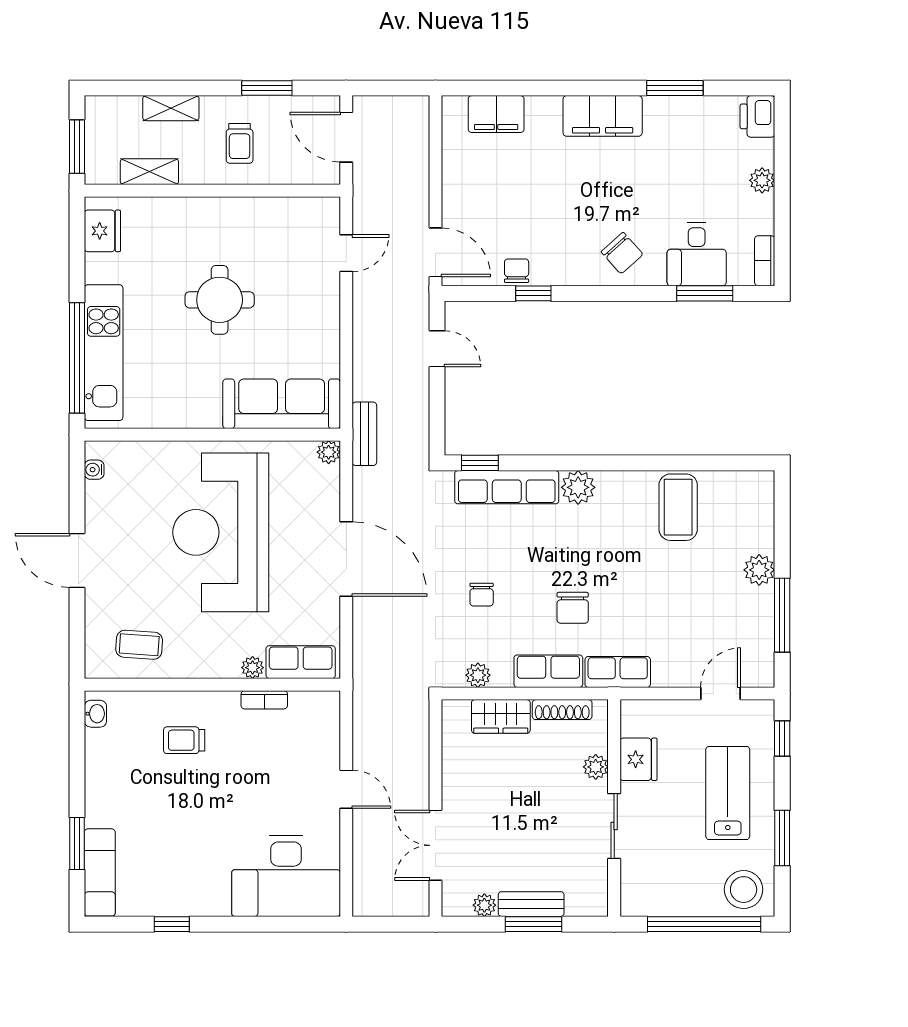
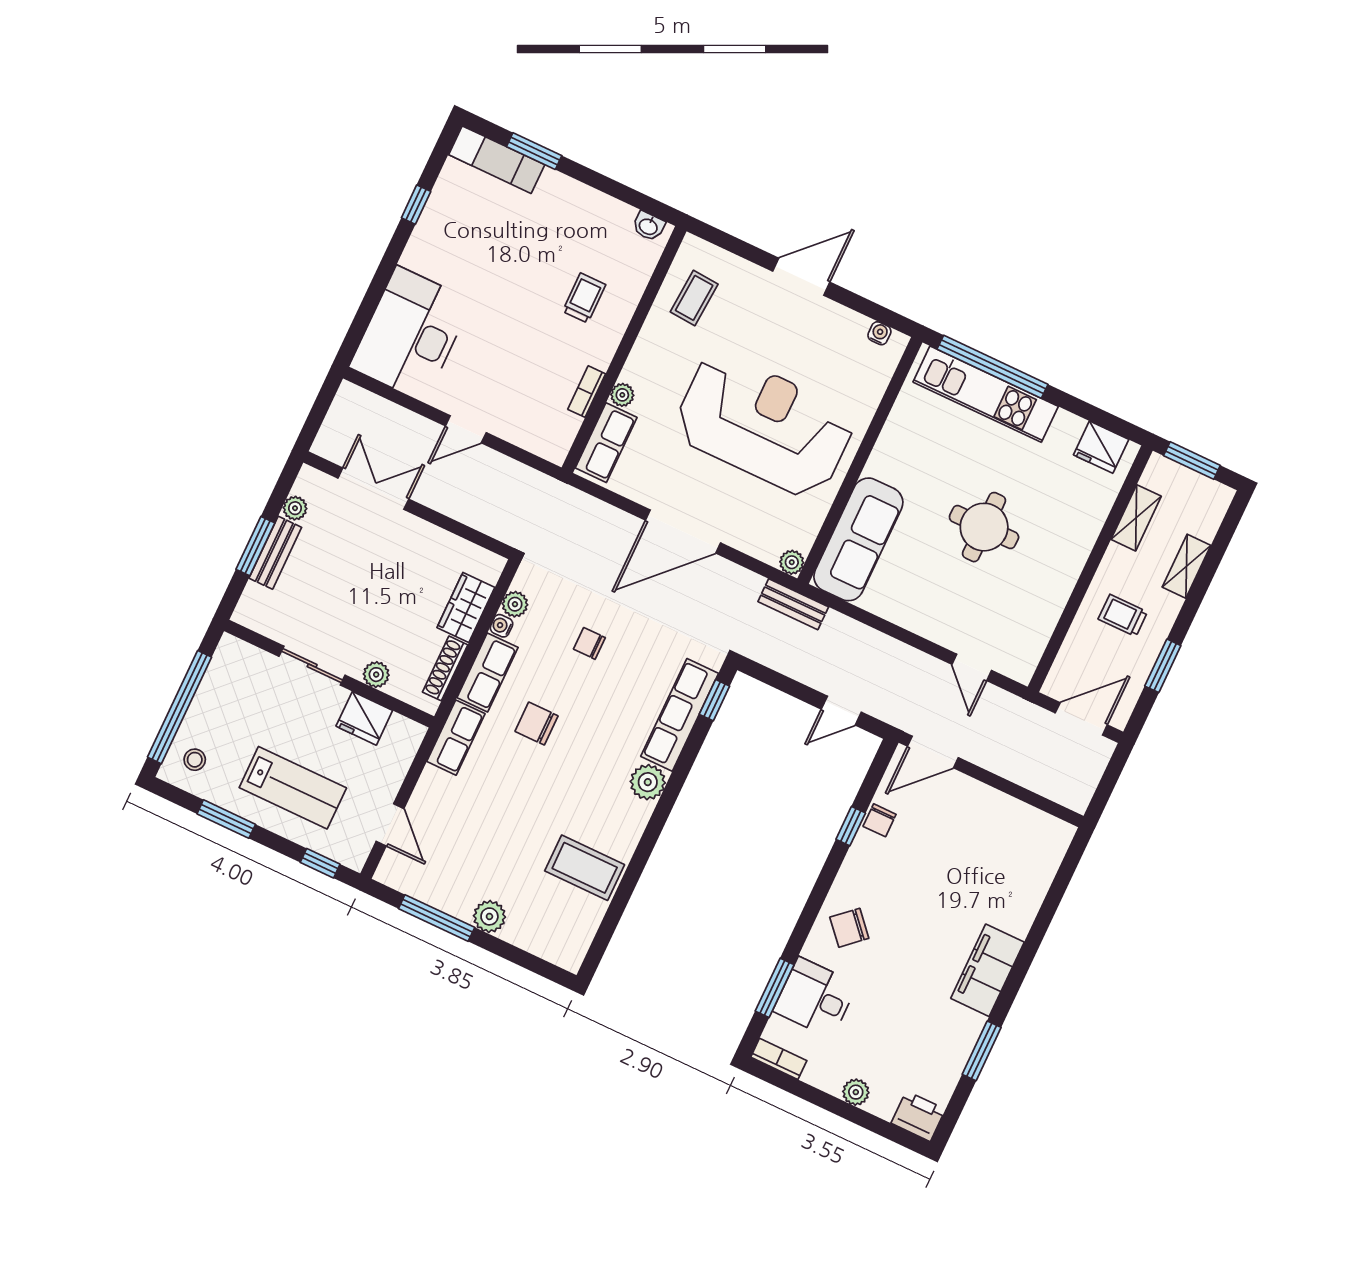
filing cabinet: (496, 114) -> (1037, 871), removed
chair: (517, 271) -> (880, 820), turned 90
water cooler: (502, 678) -> (501, 626), added
stool: (744, 890) -> (195, 760), width x0.53, depth x0.53

